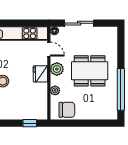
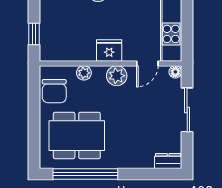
dresser: (113, 35) -> (168, 161), added
dining table: (90, 71) -> (77, 136), moved, turned 90

